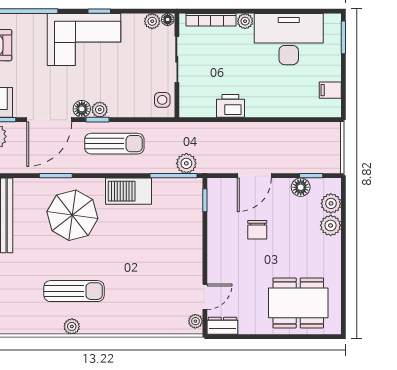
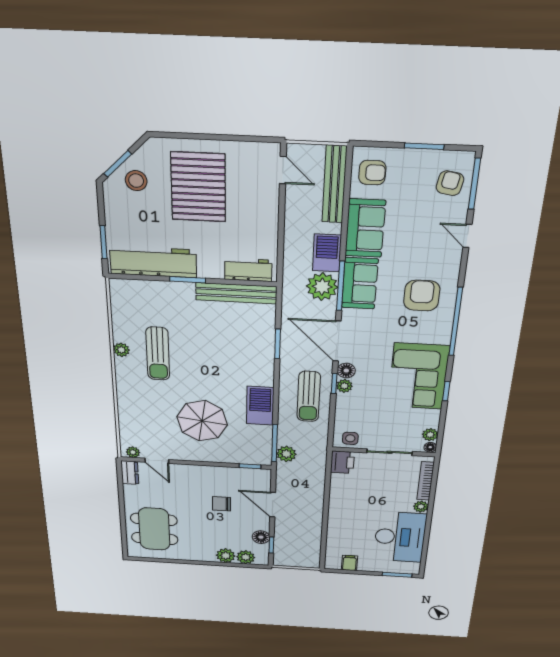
printer: (230, 106) -> (342, 462), moved
parasol: (72, 215) -> (202, 421), moved

